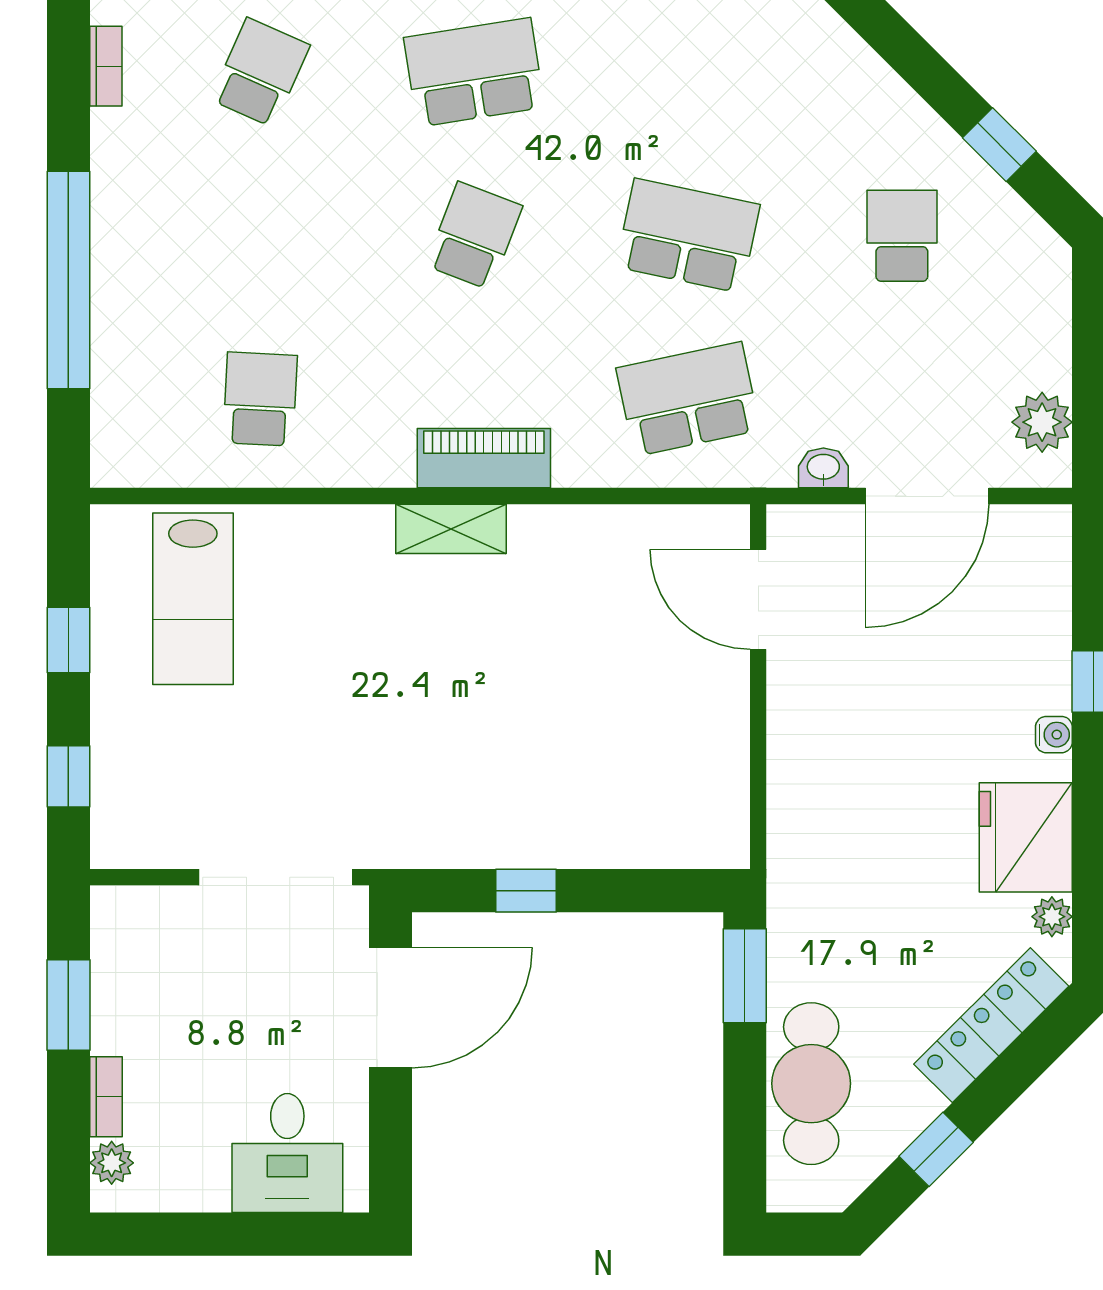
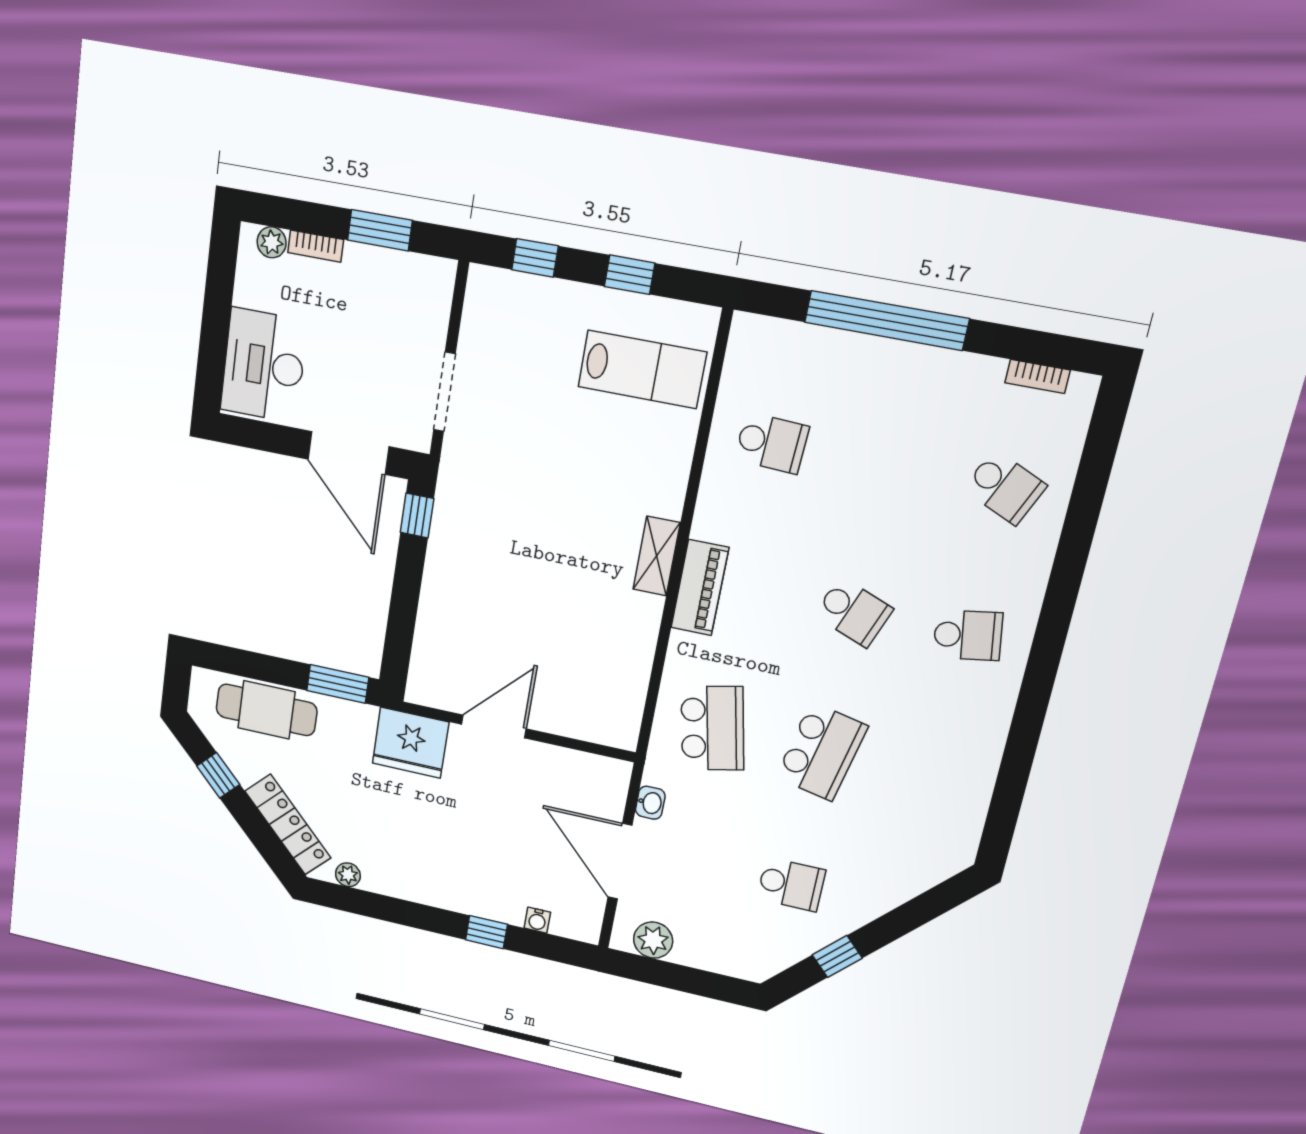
school desk: (474, 72) -> (968, 635), width x0.54
lab bench: (193, 599) -> (642, 369), turned 180
door: (758, 599) -> (494, 727), moved
water cooler: (1054, 735) -> (537, 920), moved
fridge: (1026, 837) -> (411, 743), moved, turned 180
doorway: (276, 877) -> (444, 392), width x0.73
window: (526, 891) -> (417, 516), moved
desk: (287, 1153) -> (264, 365), width x1.37

